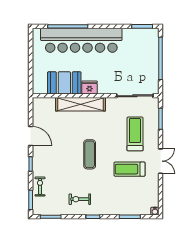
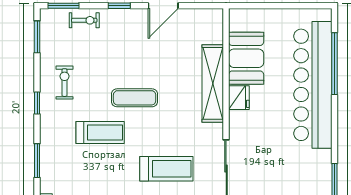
treadmill: (130, 169) -> (100, 133), moved, turned 90

